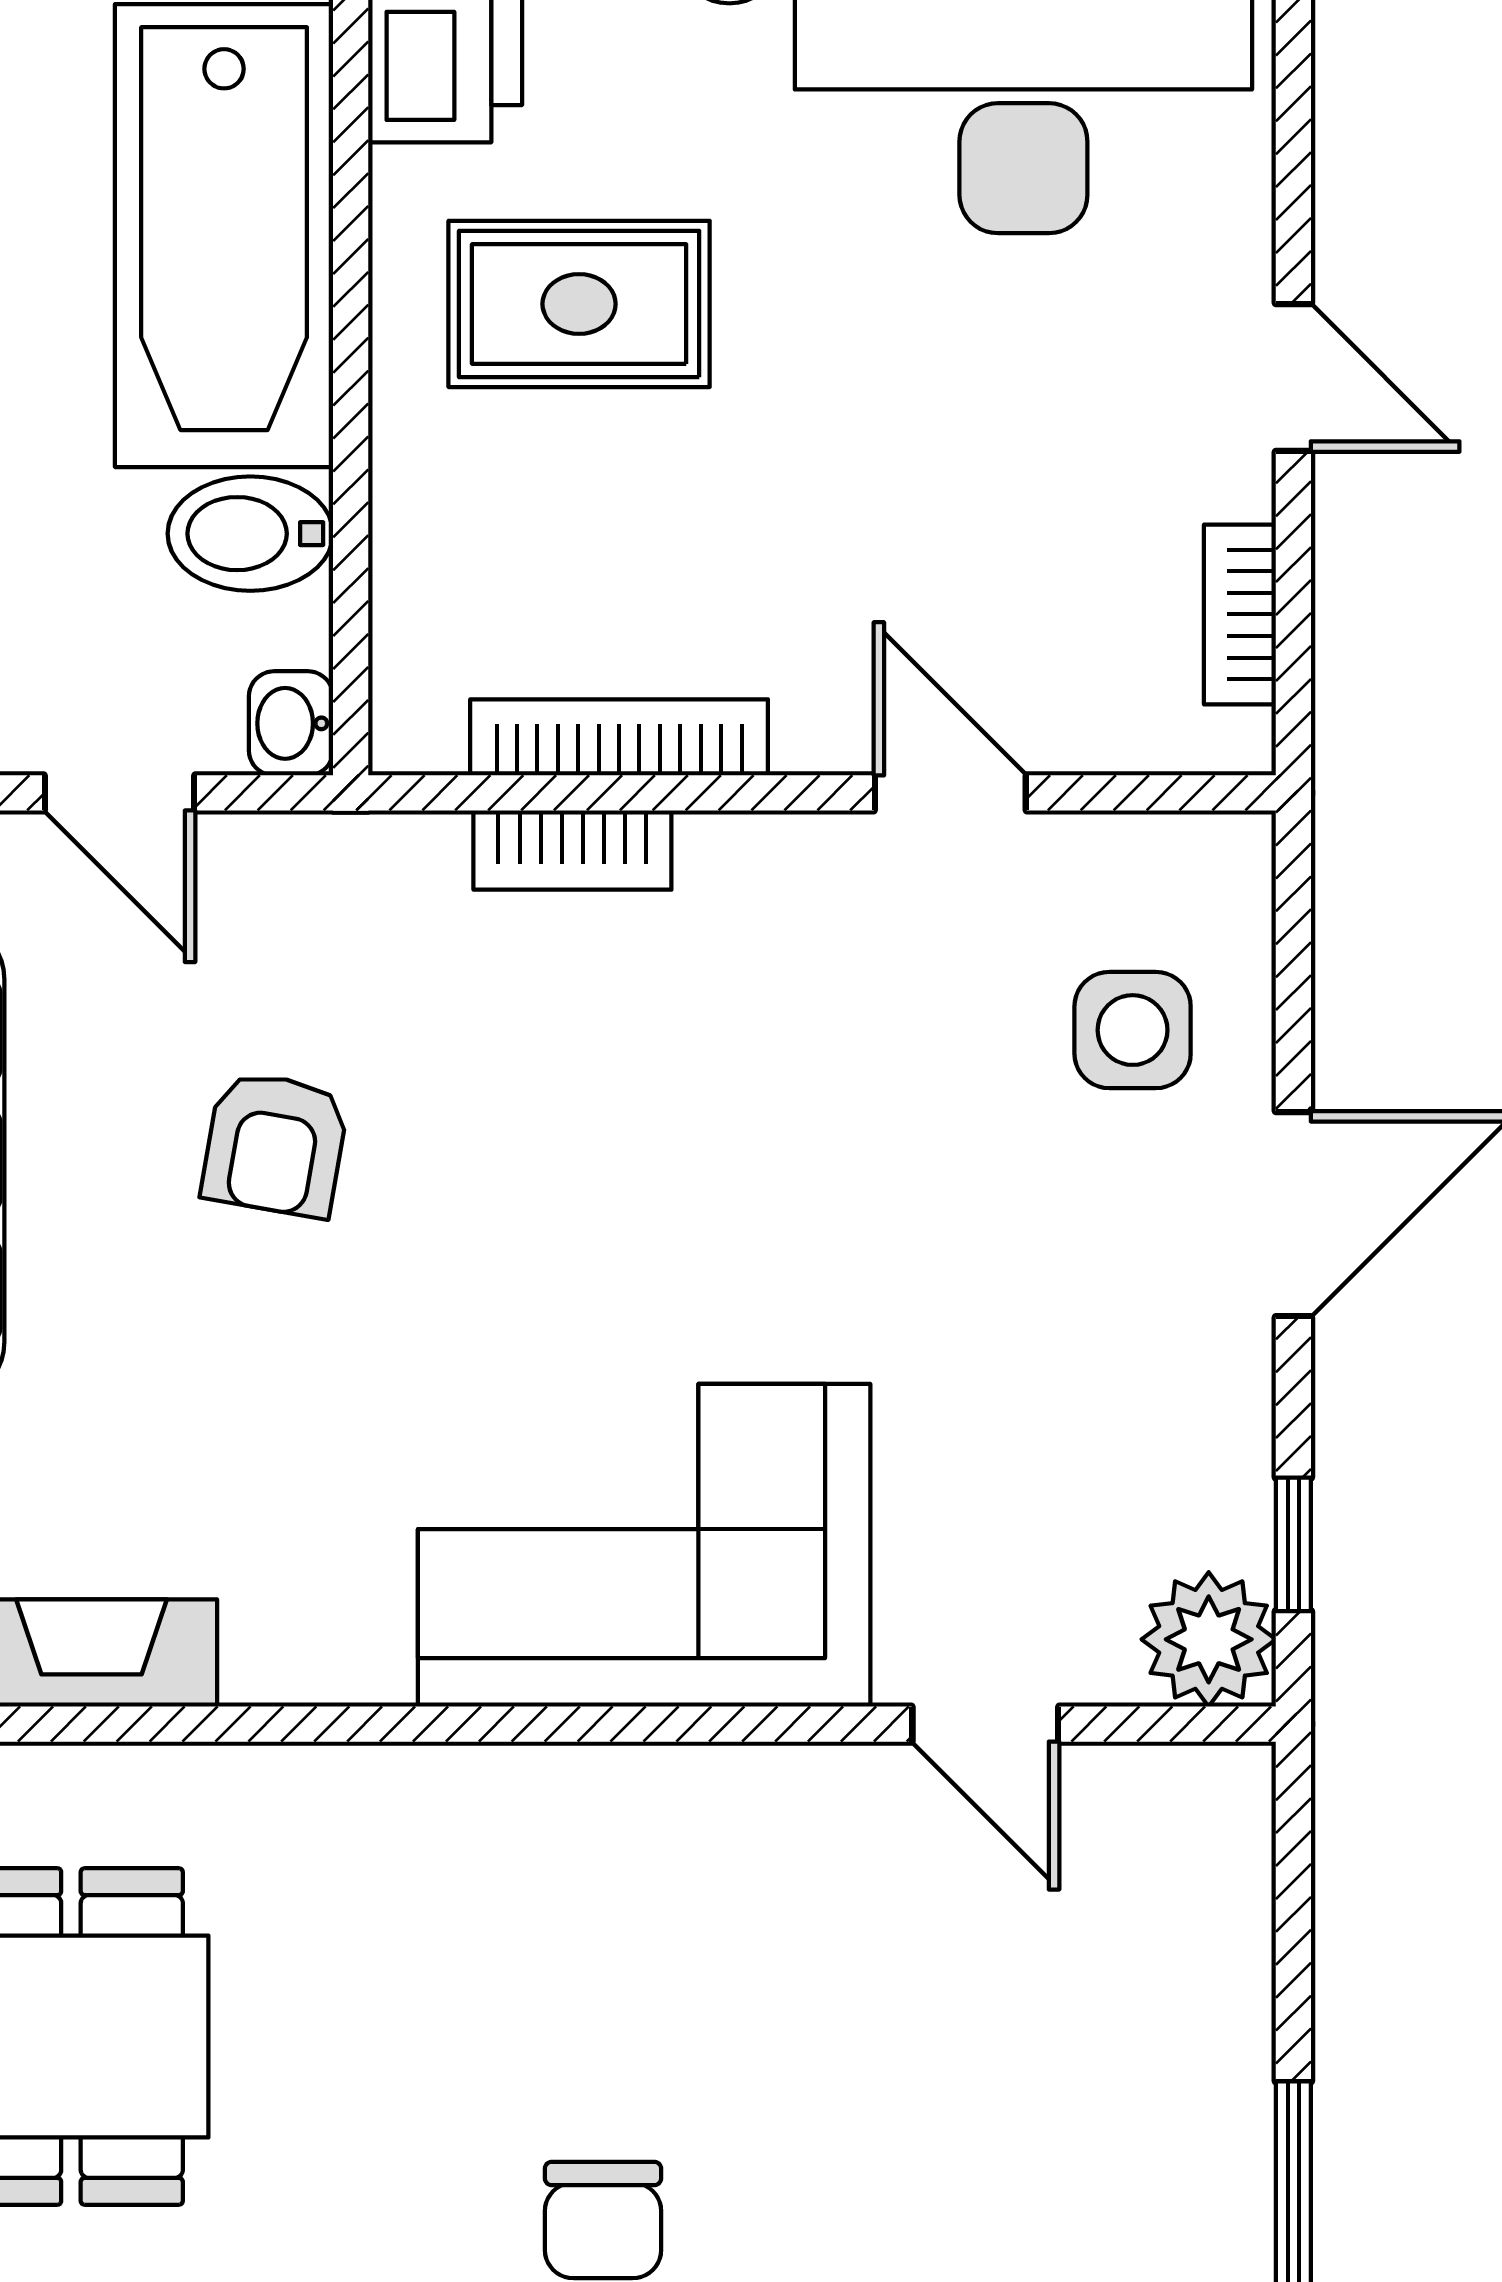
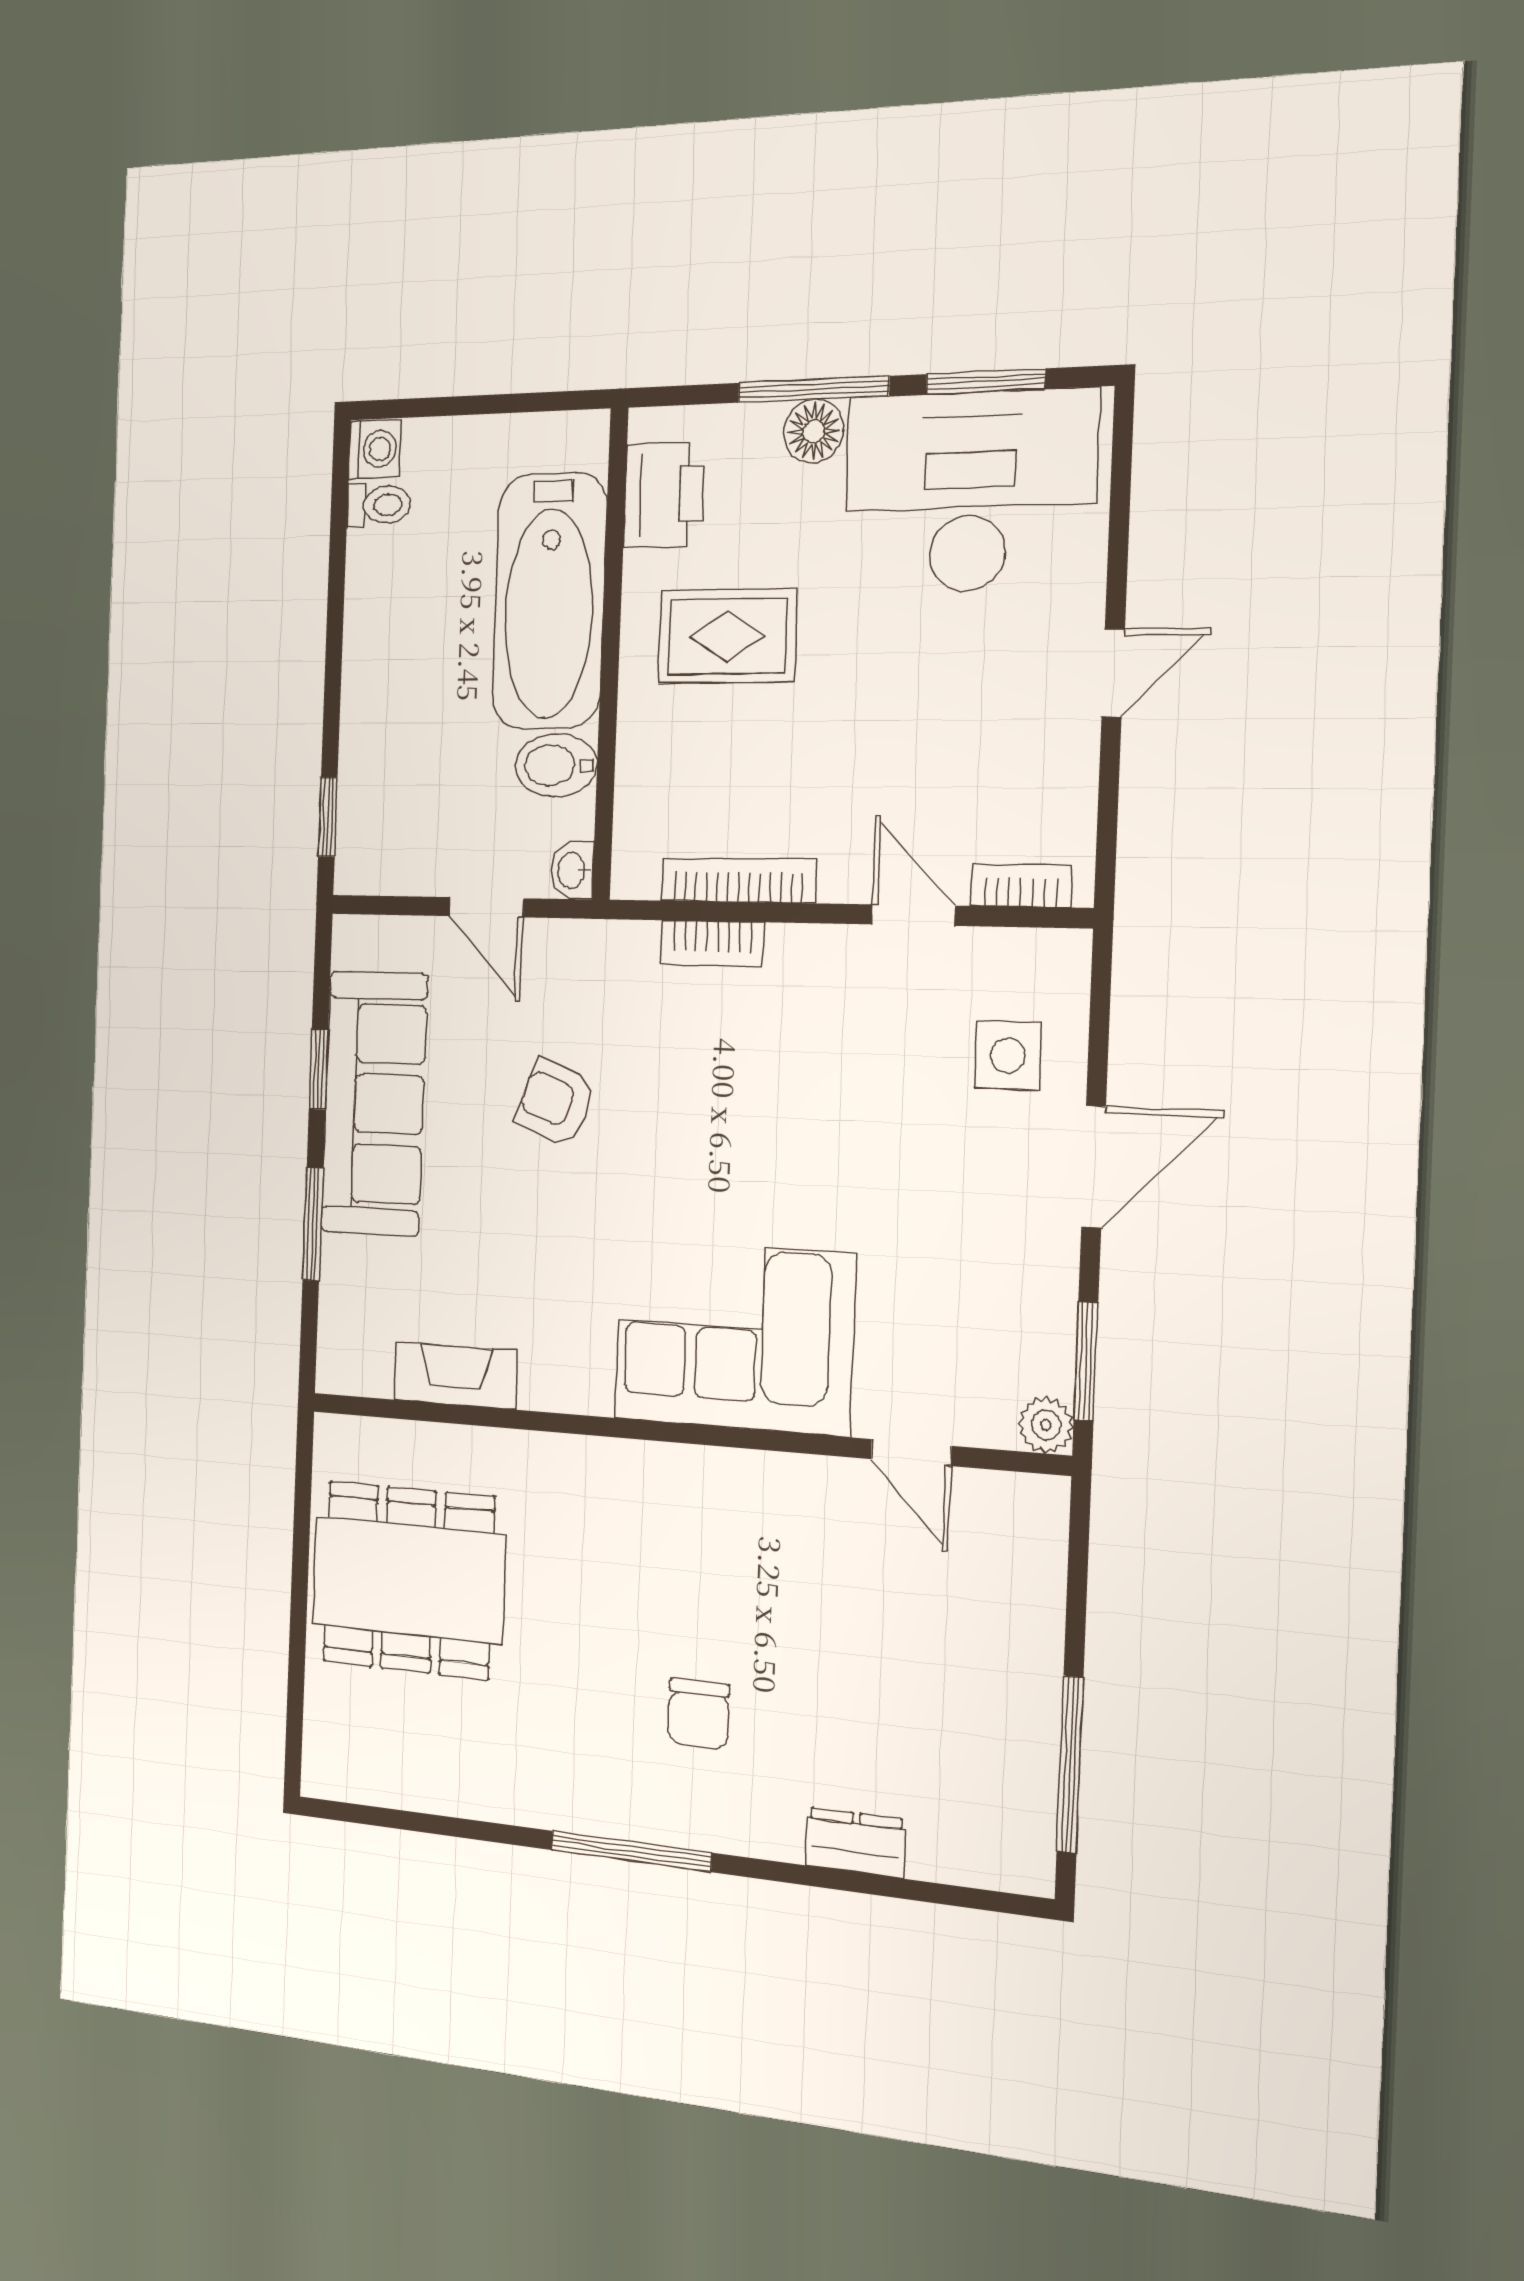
door: (1293, 378) -> (1113, 673), hinge flipped
bookcase: (1240, 614) -> (1021, 886), moved, turned 90
armchair: (275, 1144) -> (556, 1102), turned 101
window: (1293, 1544) -> (1086, 1361), width x1.50
plant: (1209, 1639) -> (1046, 1425), width x0.73, depth x0.73

